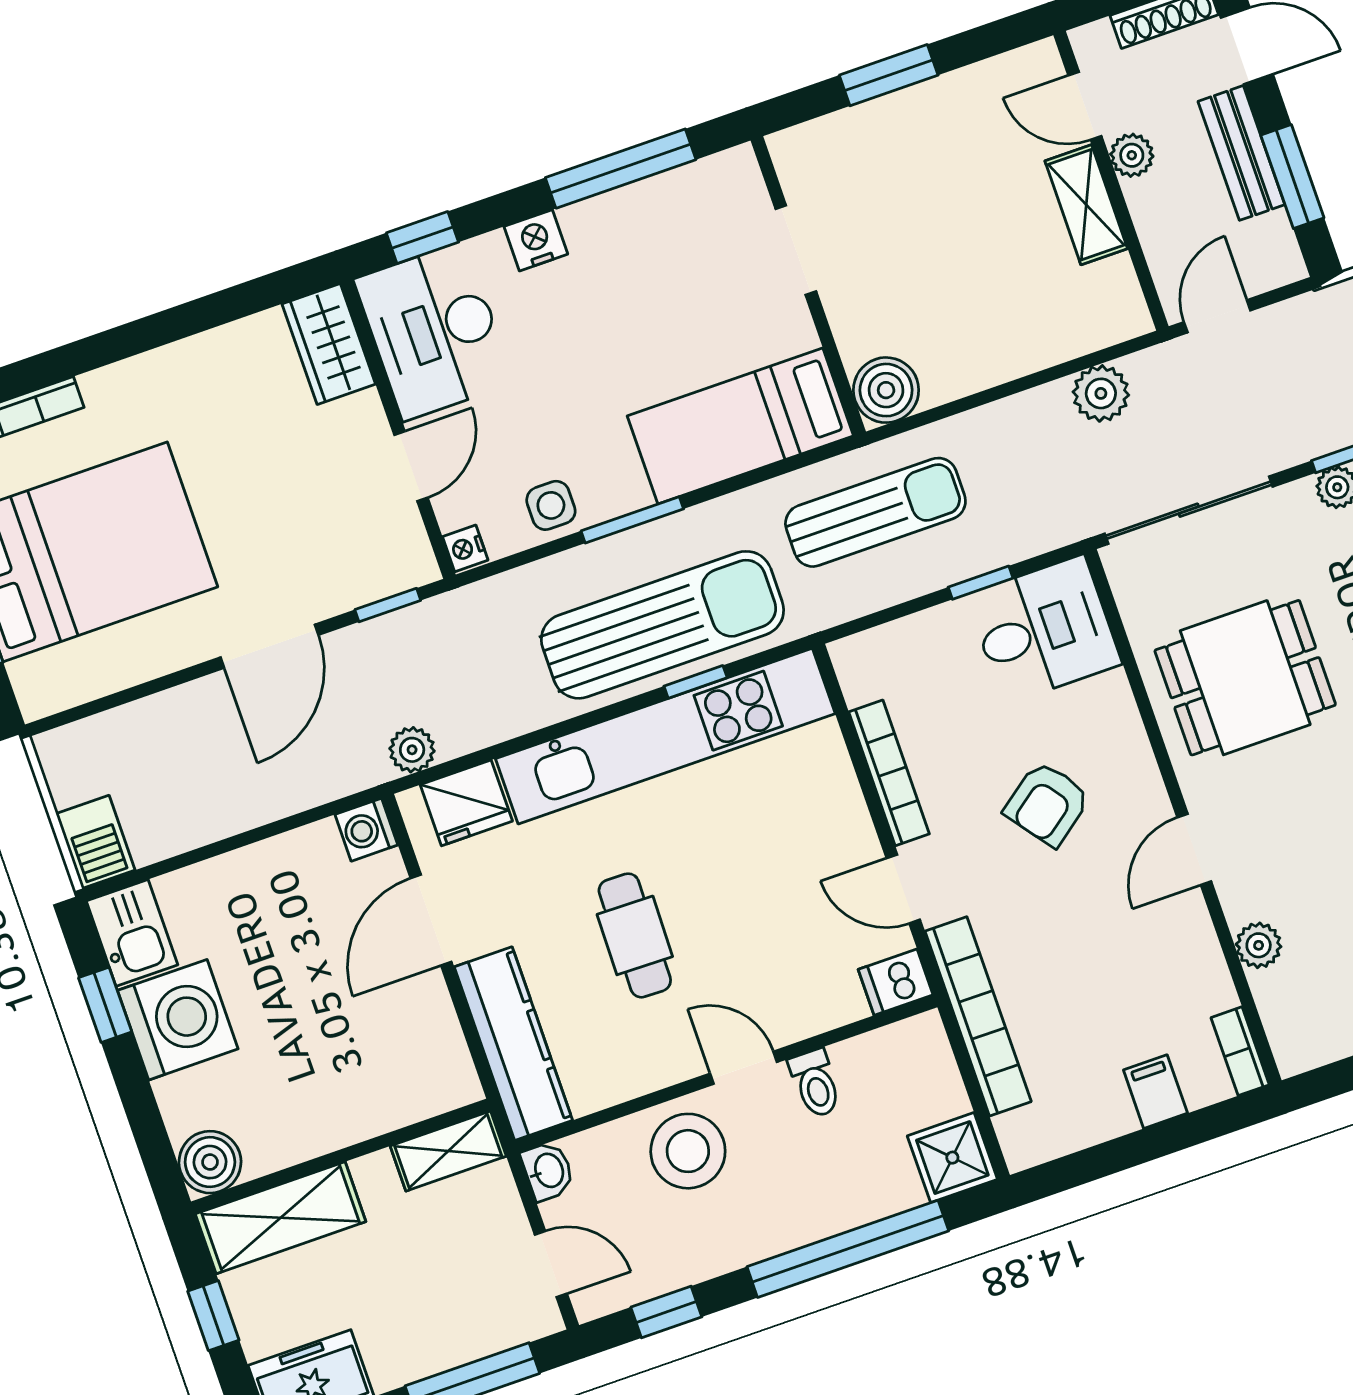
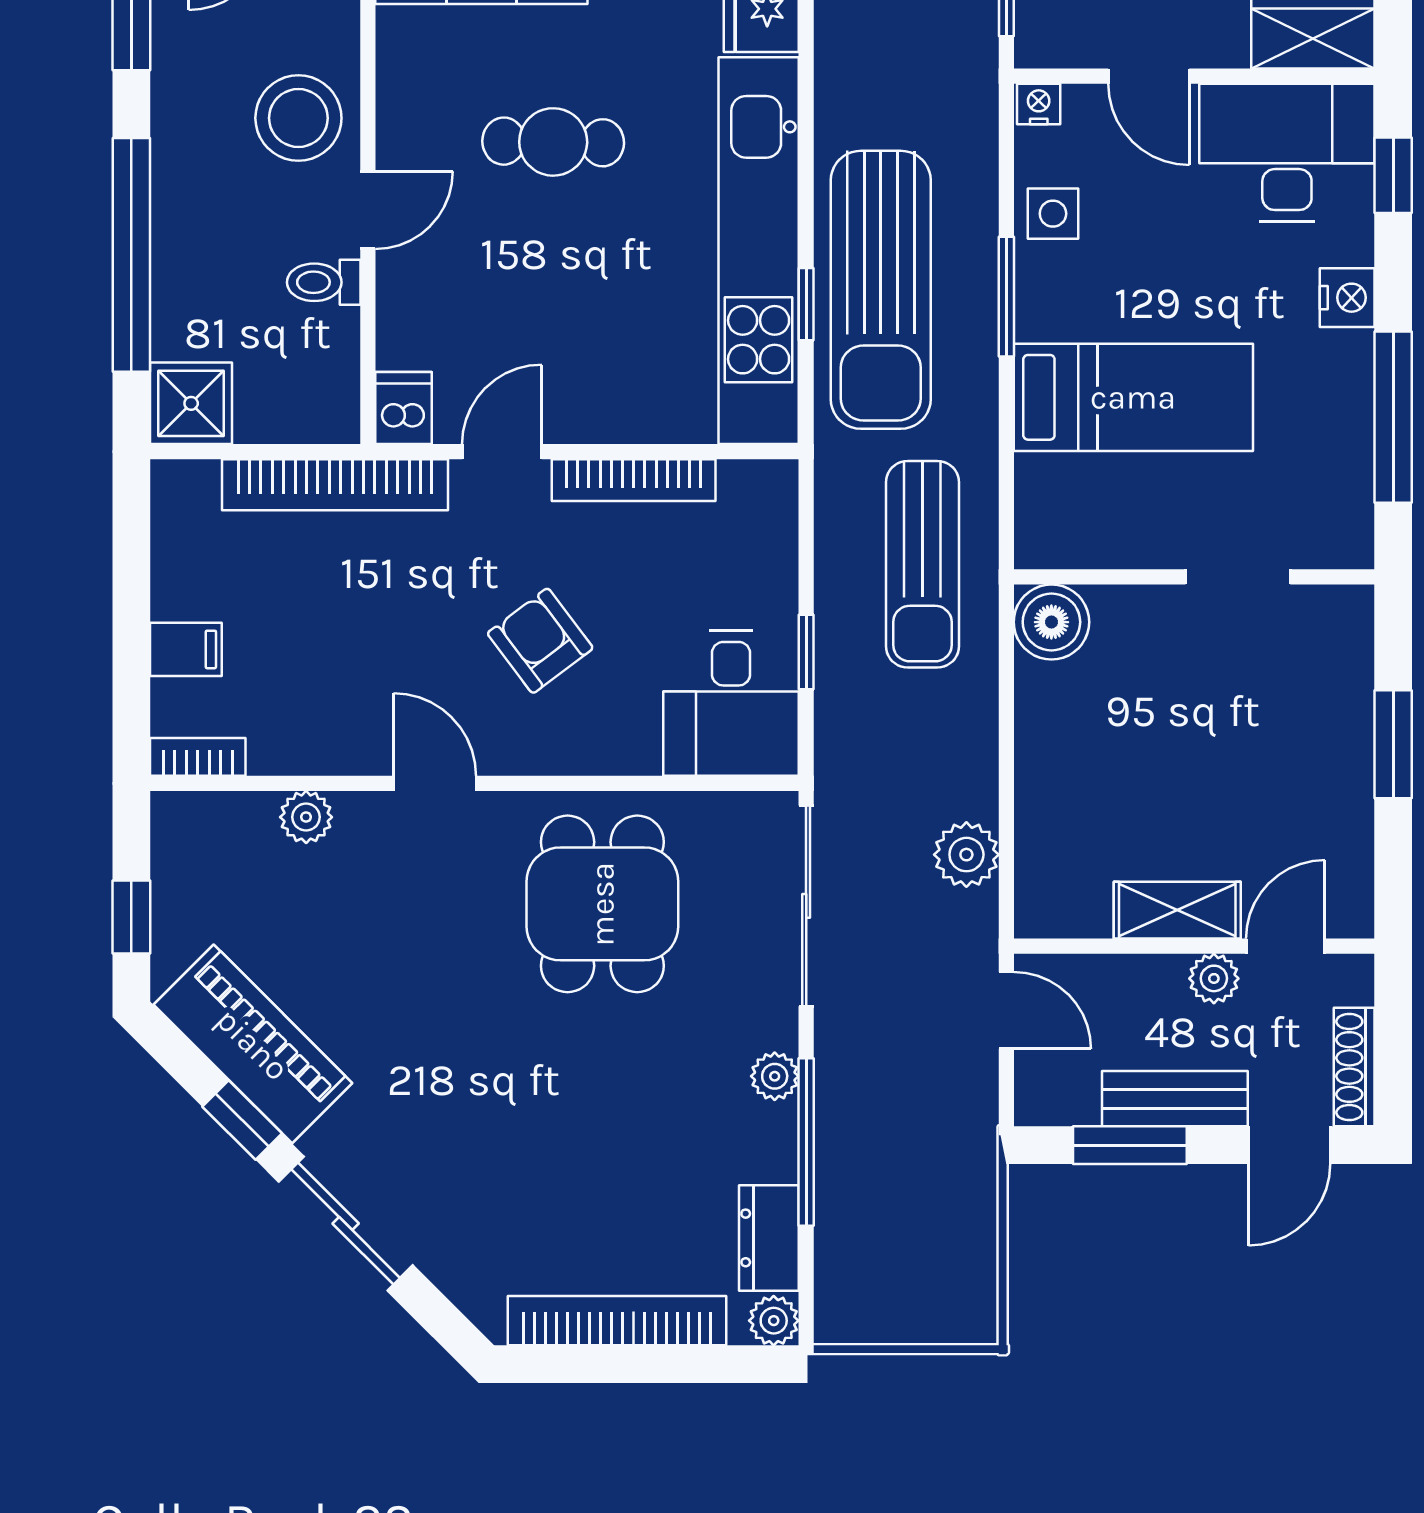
bed: (740, 426) -> (1133, 397), moved, turned 90

